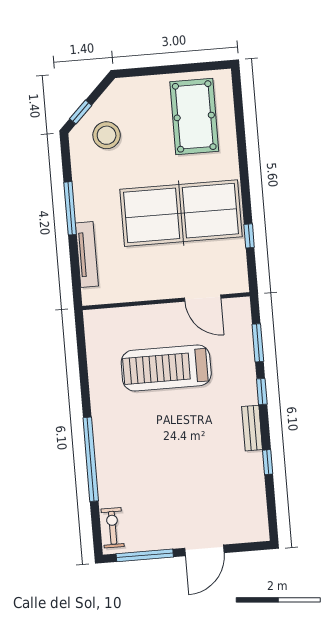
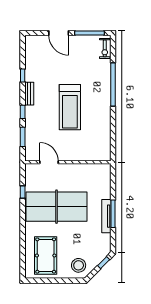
stool: (107, 135) -> (79, 265), moved
tv unit: (87, 254) -> (106, 216), moved
treadmill: (166, 368) -> (70, 107), moved, turned 90
door: (204, 550) -> (59, 33), swing flipped

